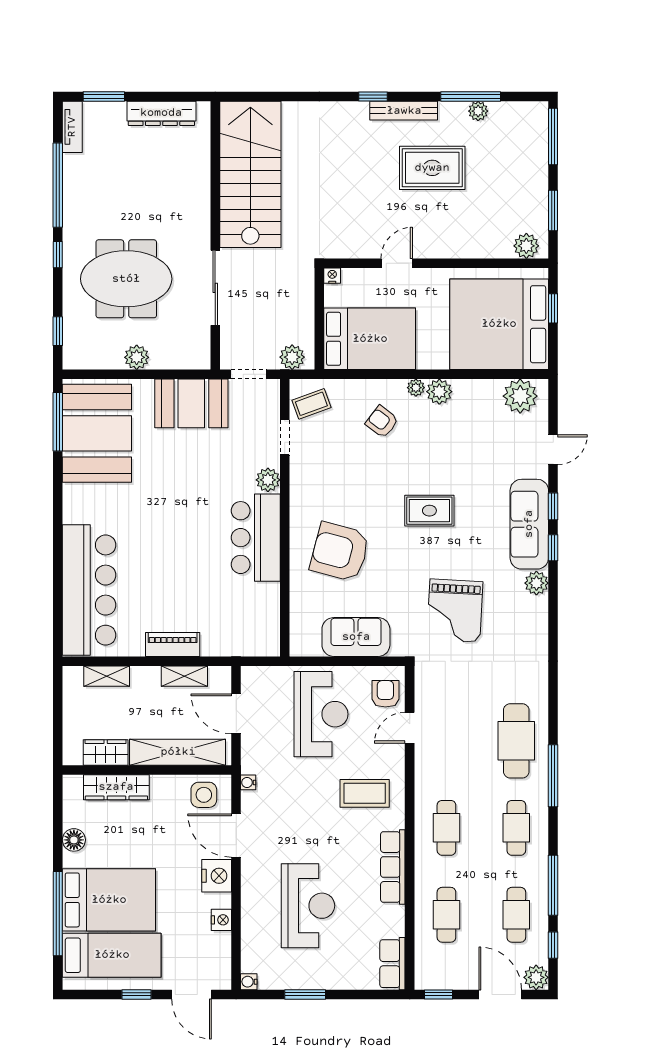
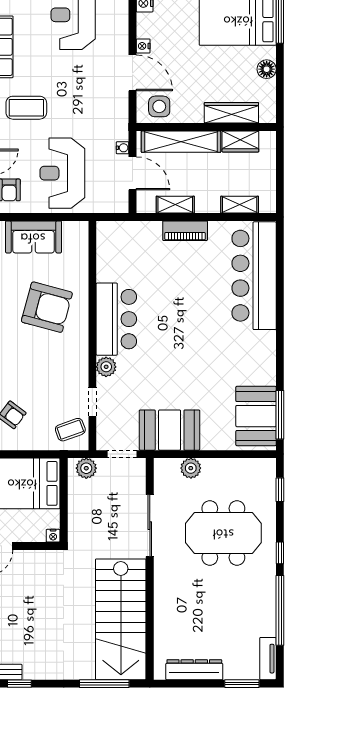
window: (270, 97) -> (104, 684), added
plant: (137, 357) -> (191, 468), moved
booth: (97, 433) -> (256, 416), width x0.73, depth x0.70
water cooler: (248, 782) -> (123, 148), moved
nightstand: (217, 876) -> (143, 46), width x0.53, depth x0.56

